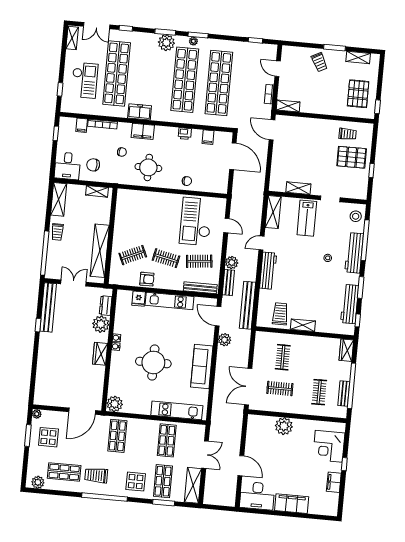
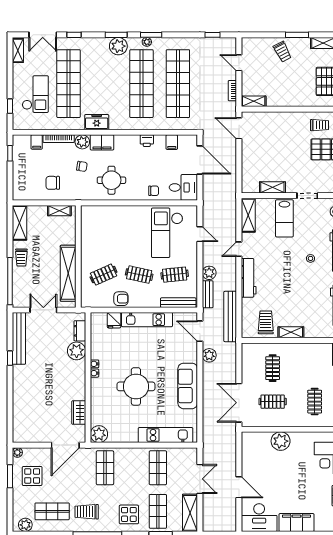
plant: (124, 129) -> (82, 142), added
desk: (67, 166) -> (183, 187), moved, turned -90
wardrobe: (100, 354) -> (79, 413), moved

